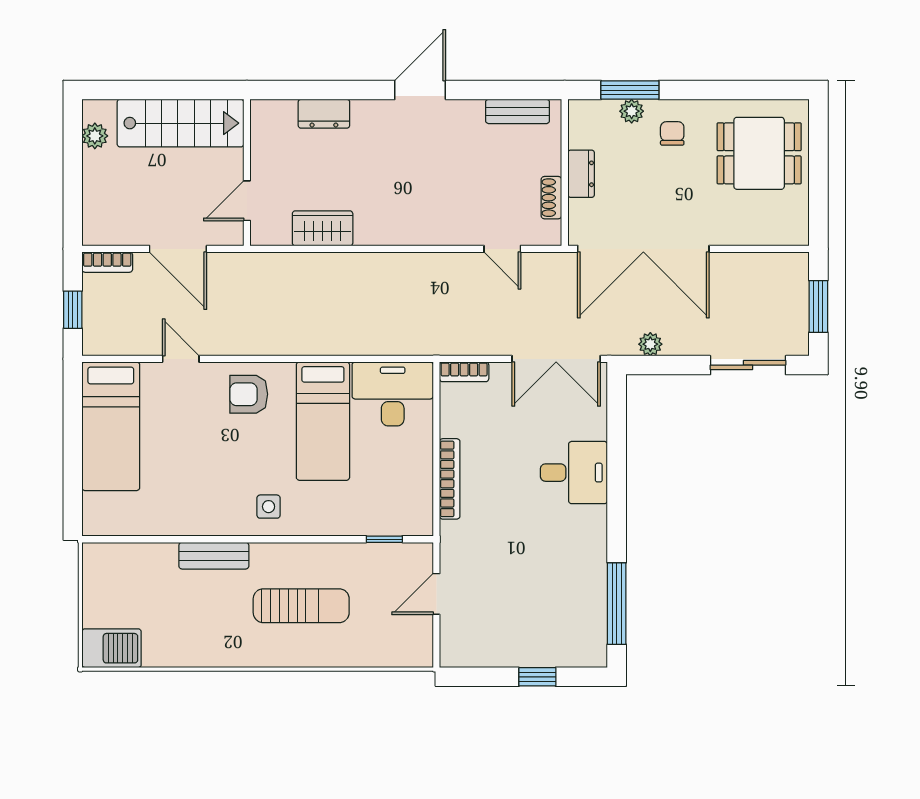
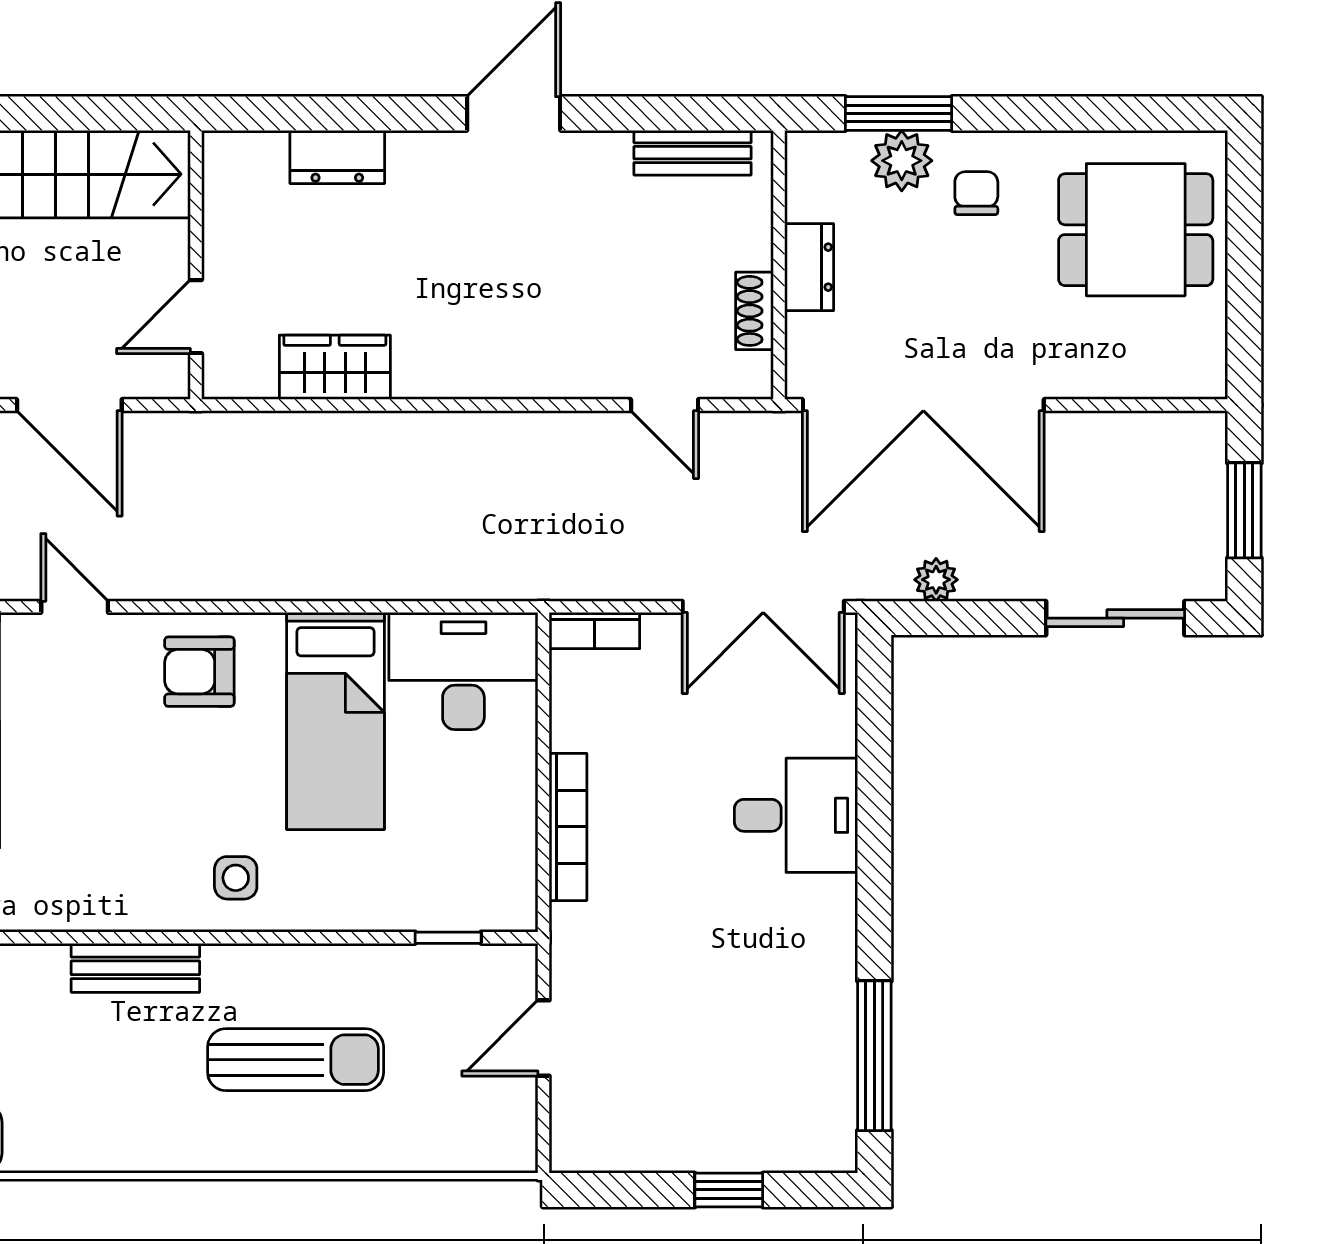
plant: (632, 111) -> (902, 161), width x1.38, depth x1.38

